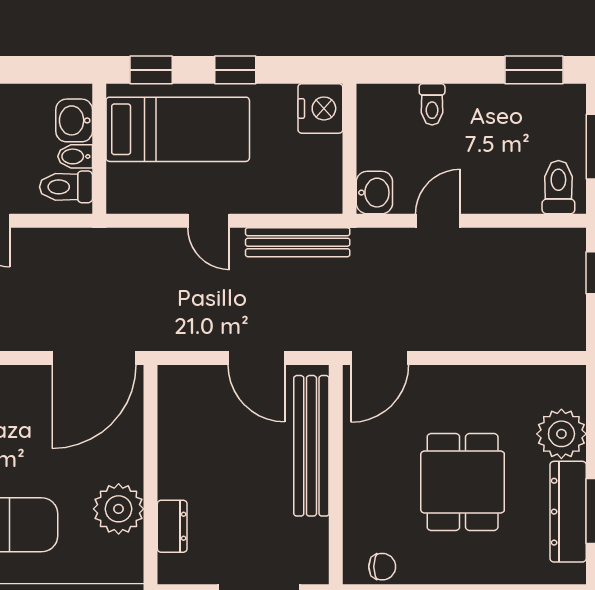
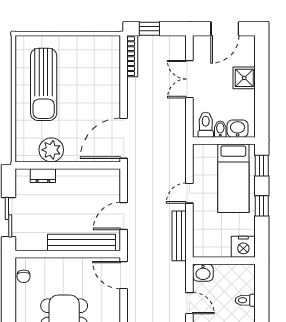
door: (94, 358) -> (124, 138), hinge flipped

